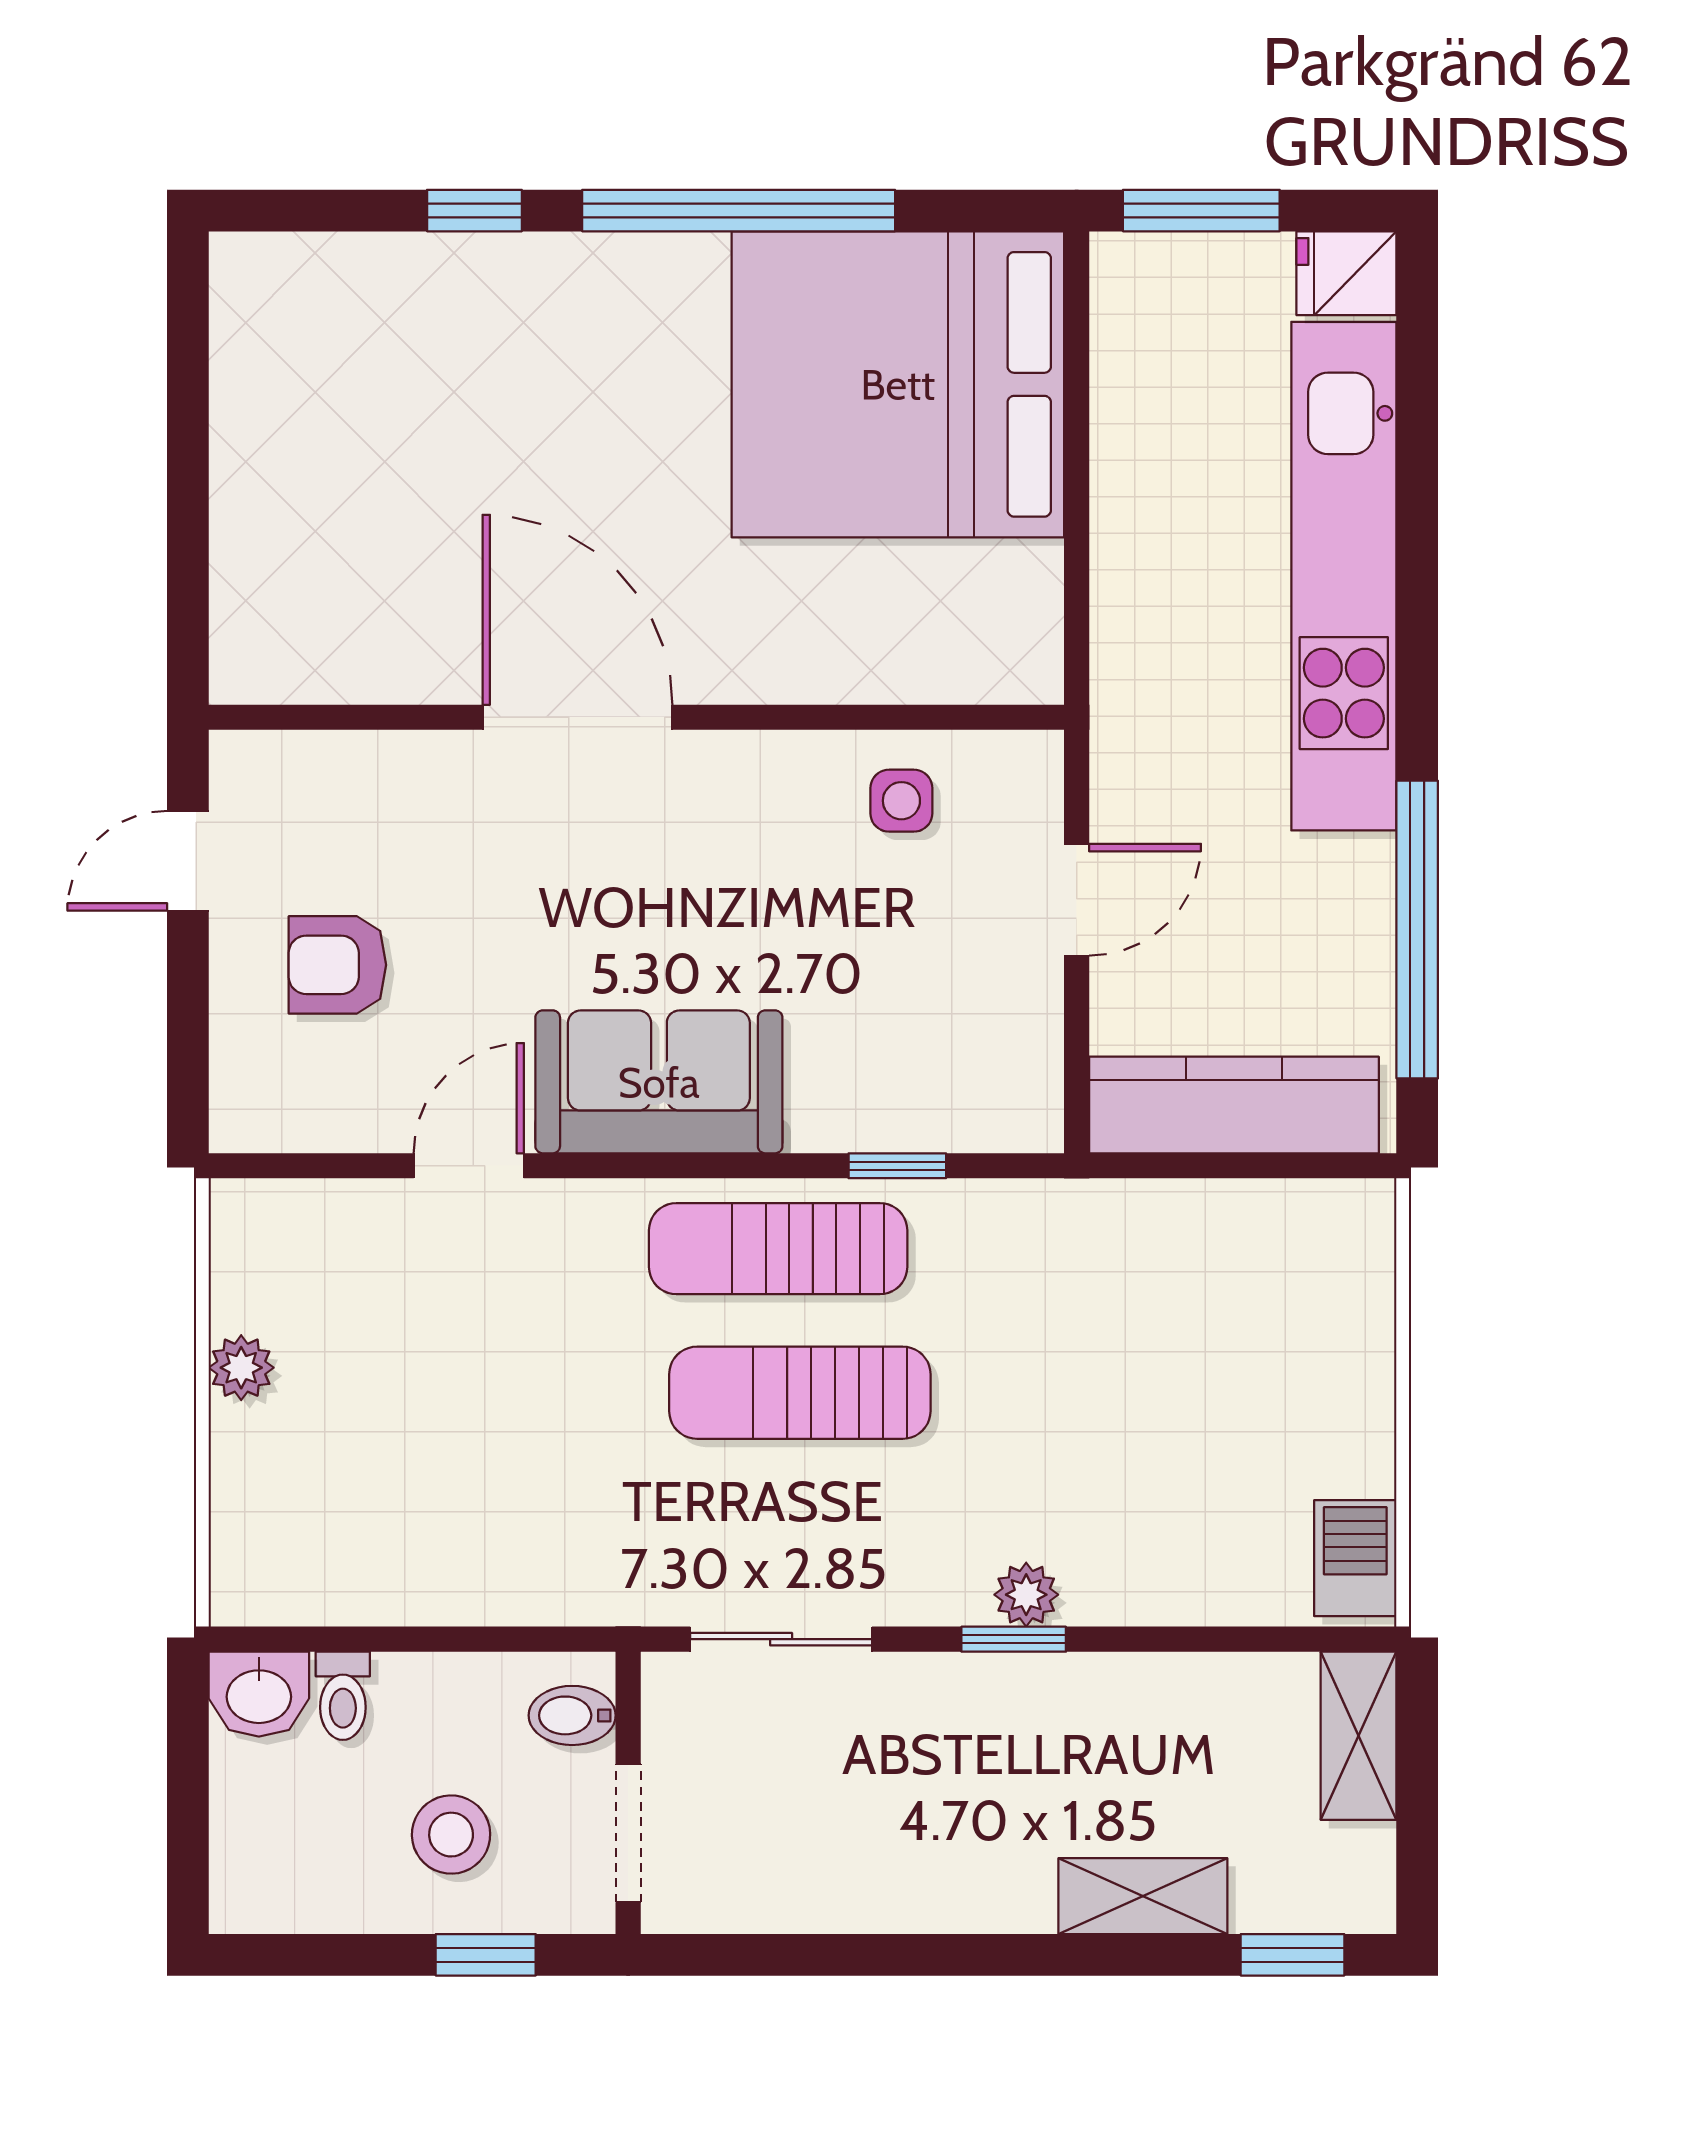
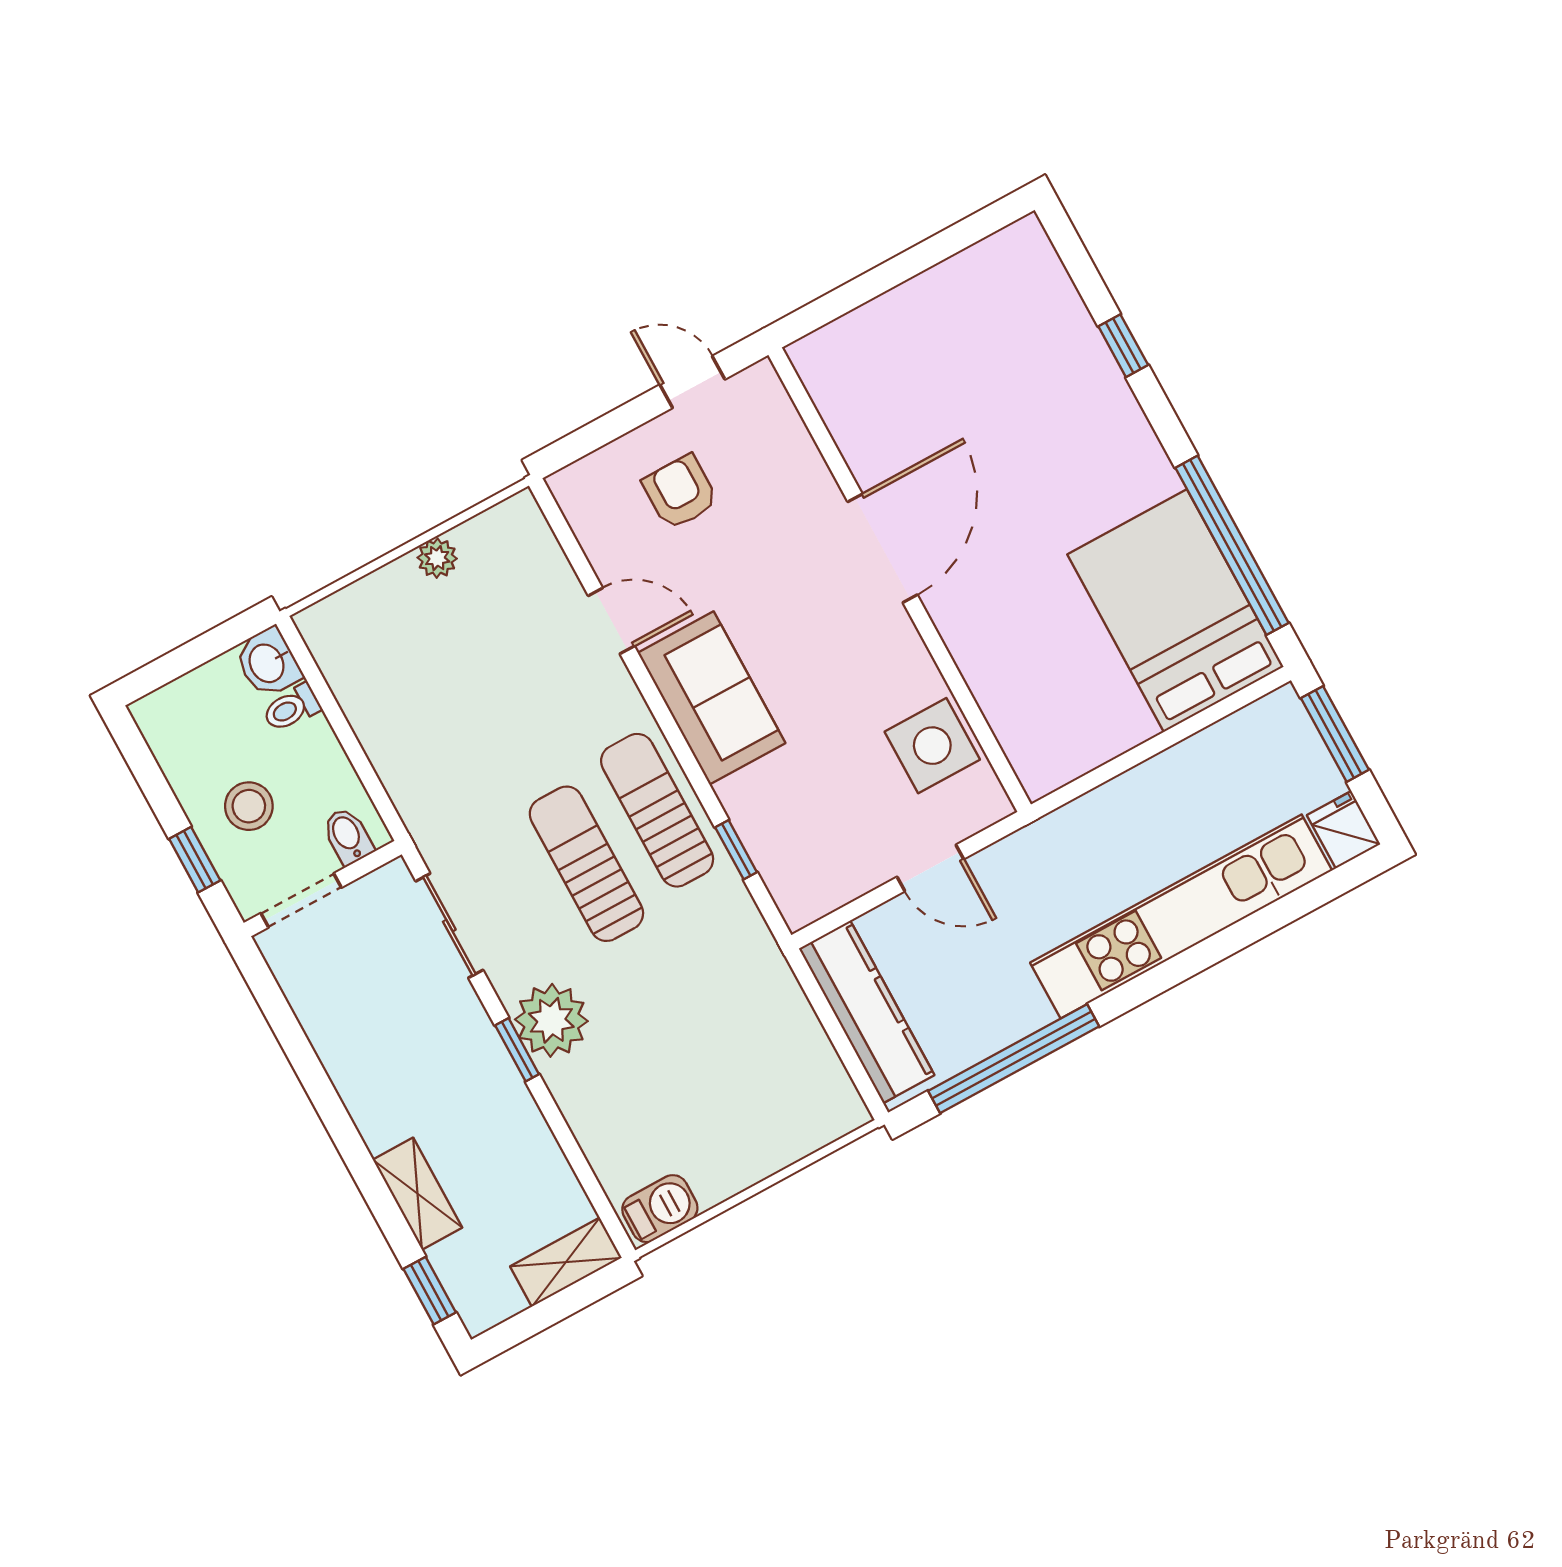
window: (739, 211) -> (1232, 545), moved
bed: (898, 384) -> (1175, 611), width x0.73
side table: (901, 801) -> (932, 746), width x1.87, depth x1.87
plant: (1026, 1595) -> (551, 1020), width x1.88, depth x1.88

